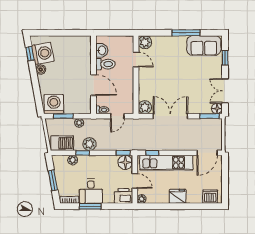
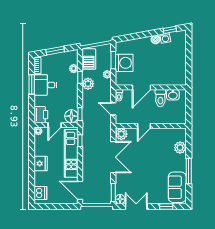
plant: (145, 42) -> (180, 148), moved
washing machine: (43, 53) -> (165, 38), width x0.53, depth x0.53
door: (136, 60) -> (144, 126), moved
washing machine: (54, 104) -> (124, 63), moved

